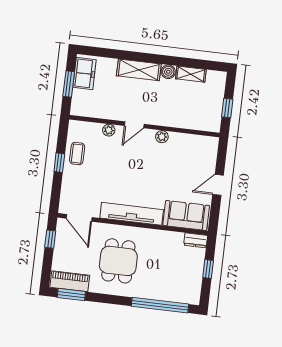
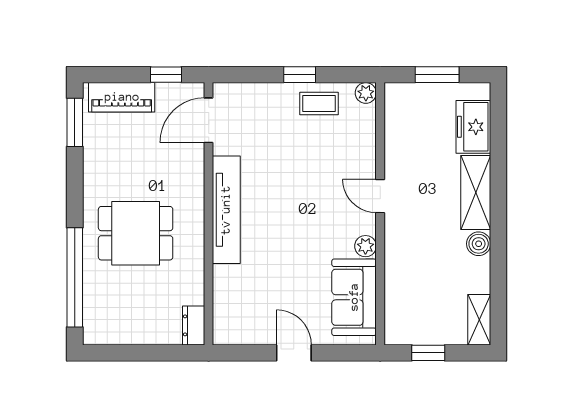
freezer: (84, 73) -> (473, 127), moved, turned 90
shelving: (191, 74) -> (479, 320), moved
plant: (109, 130) -> (366, 93), moved
sofa: (186, 215) -> (354, 297), moved, turned 180
dining table: (118, 261) -> (136, 233), moved
window: (208, 269) -> (147, 353), removed
piano: (70, 281) -> (122, 97), moved, turned 90

